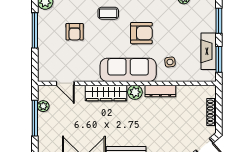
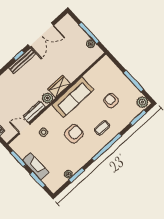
armchair: (141, 33) -> (74, 134), turned 180
fireplace: (209, 51) -> (36, 166), moved
sofa: (128, 70) -> (73, 97), moved
door: (65, 83) -> (24, 128), moved
wardrobe: (106, 93) -> (59, 86), width x0.67

